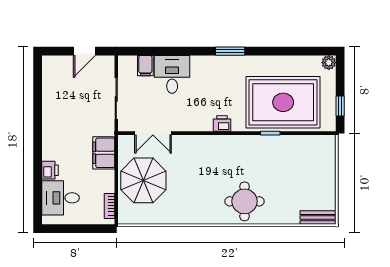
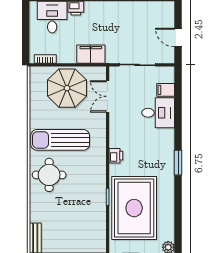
sun lounger: (204, 188) -> (60, 140), added

